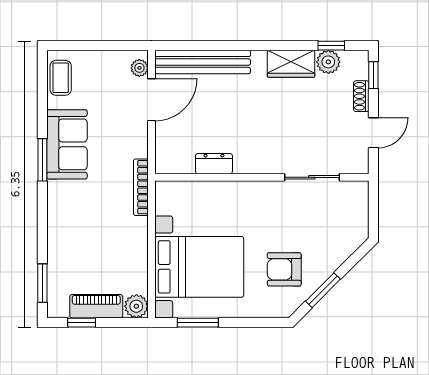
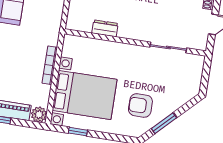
bookcase: (141, 187) -> (50, 65), moved
window: (198, 323) -> (78, 132), width x0.67

